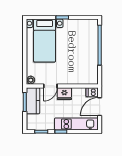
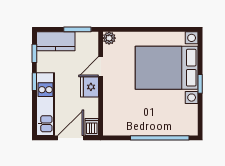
bed with nightstands: (45, 41) -> (167, 68), width x1.36
door: (50, 86) -> (101, 67), hinge flipped
kitchen counter: (33, 101) -> (56, 41), moved
door: (100, 107) -> (71, 138), hinge flipped

